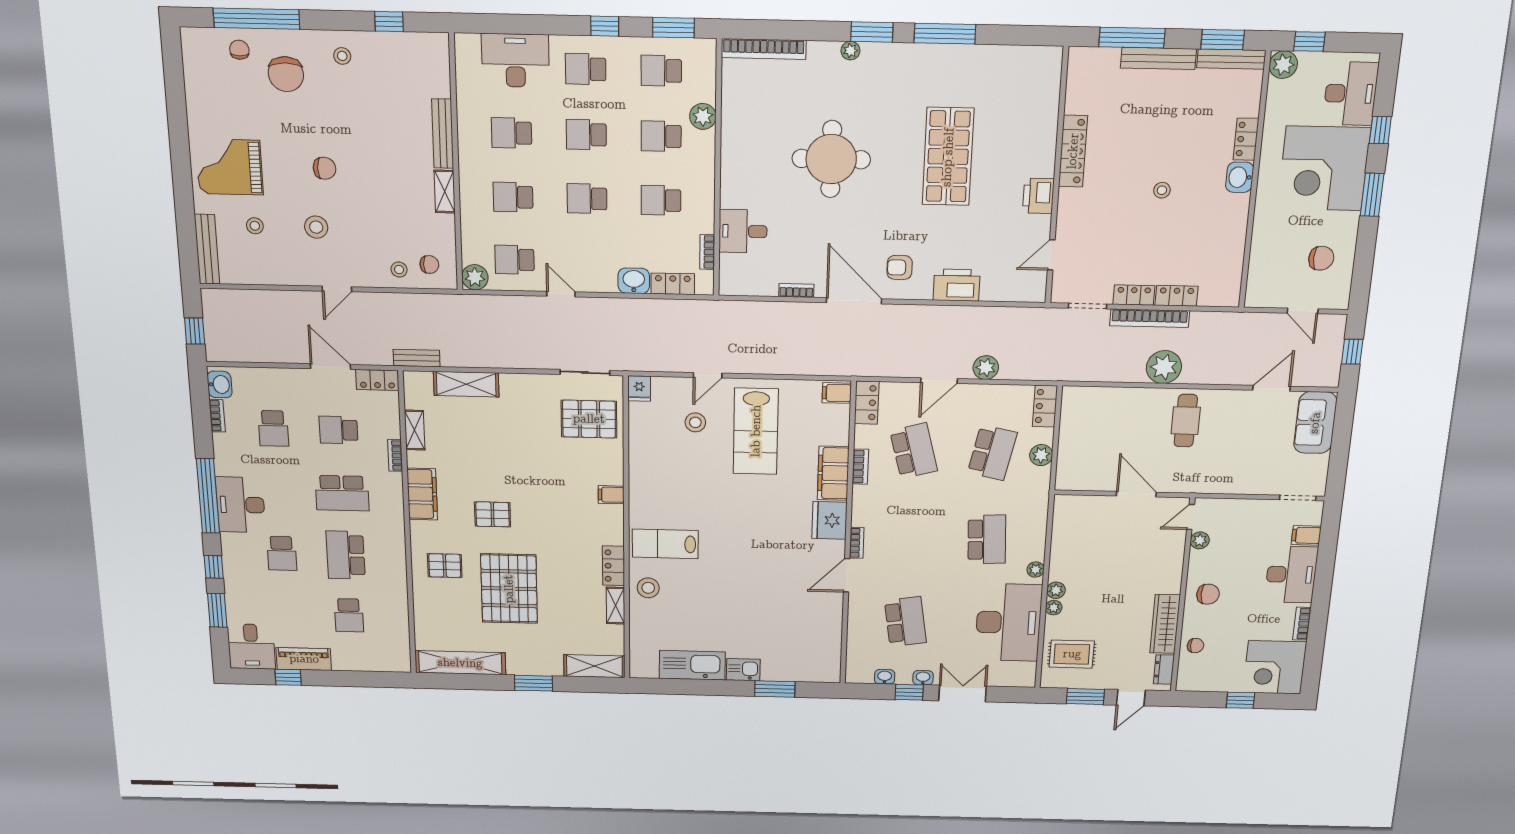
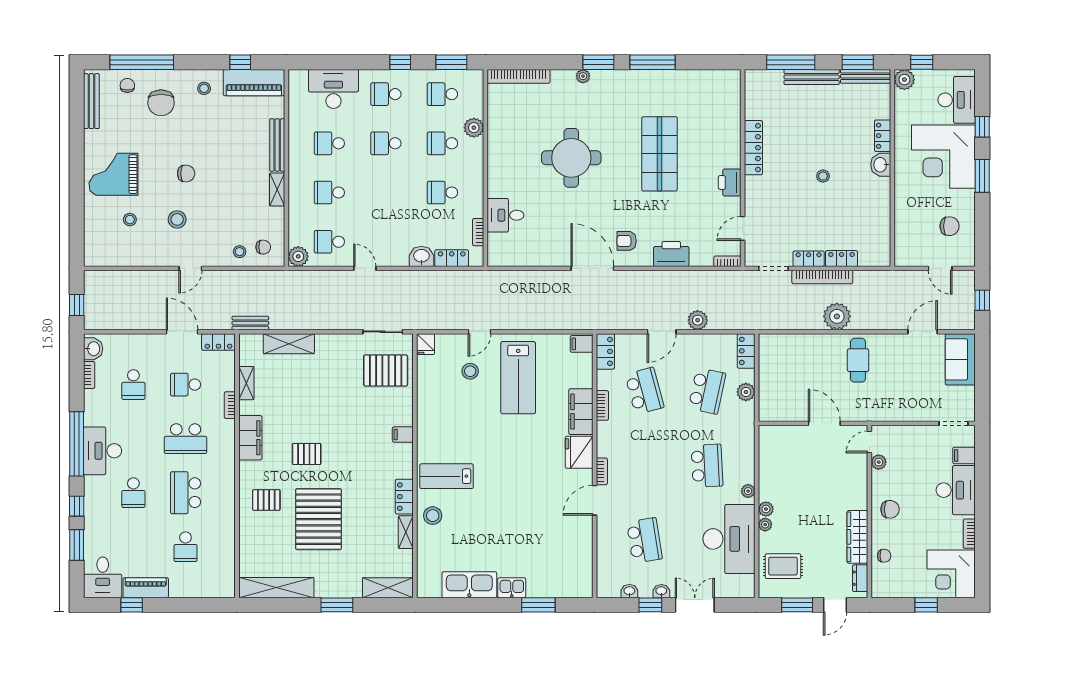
piano: (409, 50) -> (254, 83), added
school desk: (587, 199) -> (386, 193), removed
bench: (207, 249) -> (91, 101), moved
bookcase: (796, 291) -> (727, 261), moved

